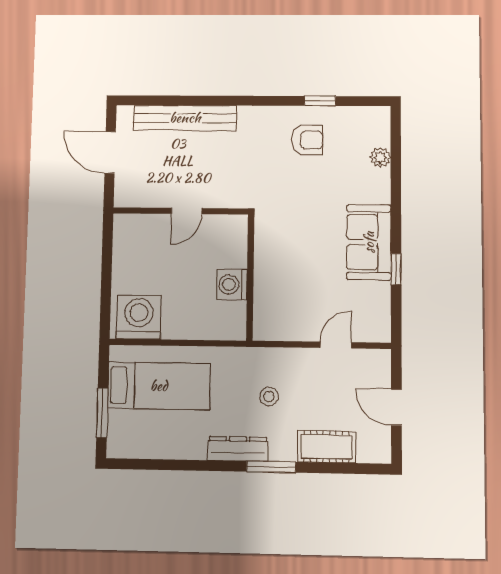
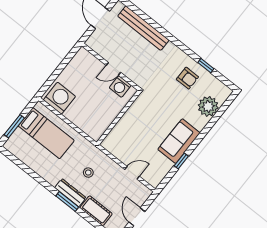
plant: (380, 157) -> (208, 106), width x1.87, depth x1.87
washing machine: (232, 285) -> (120, 87), moved, turned -90
dresser: (238, 449) -> (70, 193), moved

